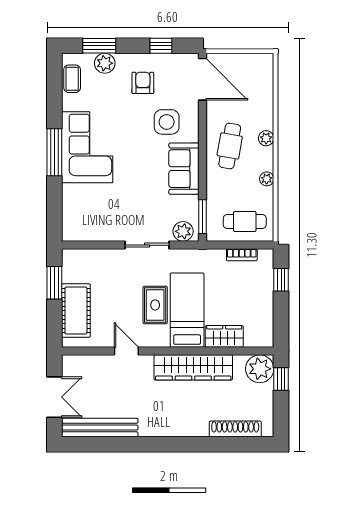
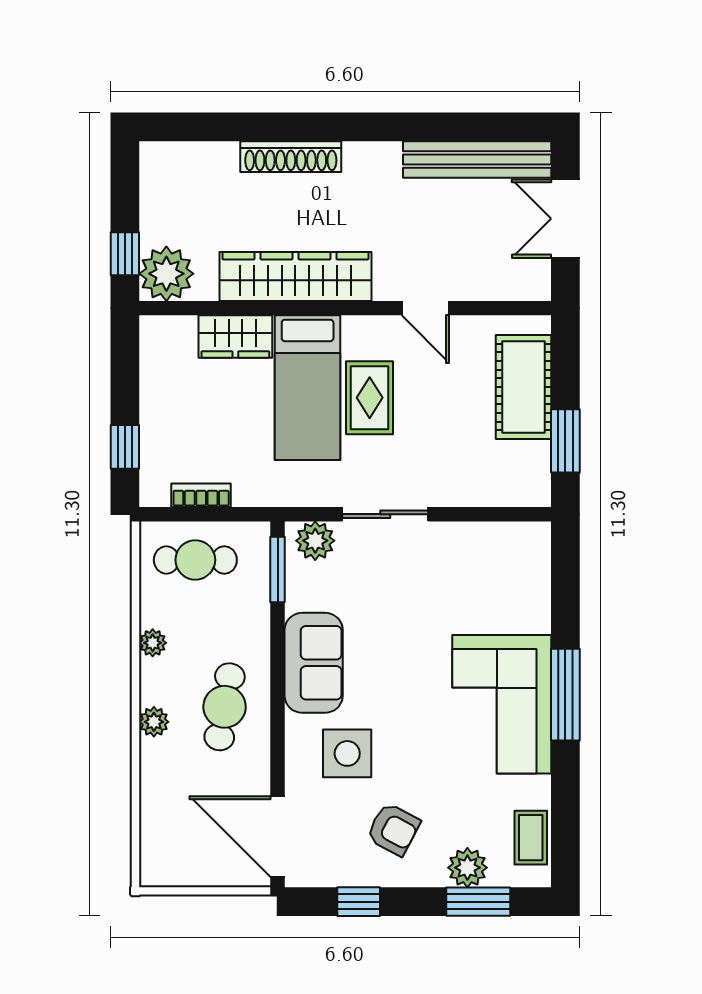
armchair: (143, 83) -> (393, 829), turned -62
shoe rack: (235, 429) -> (291, 157), moved

